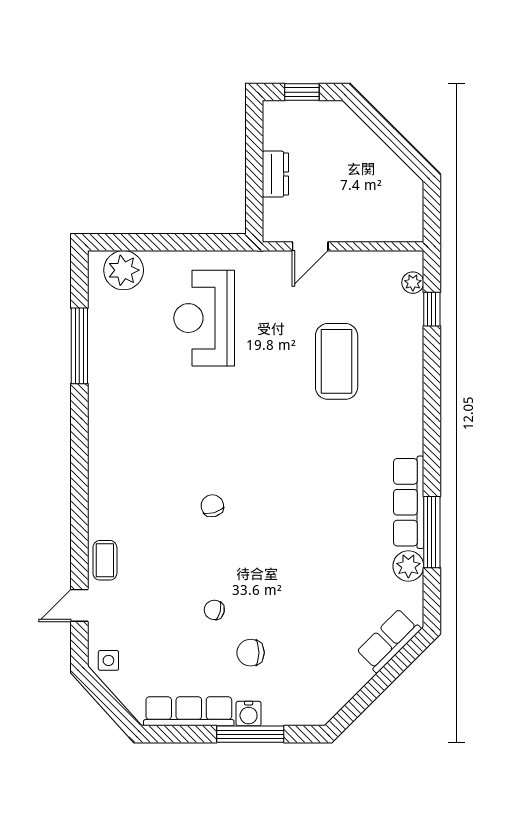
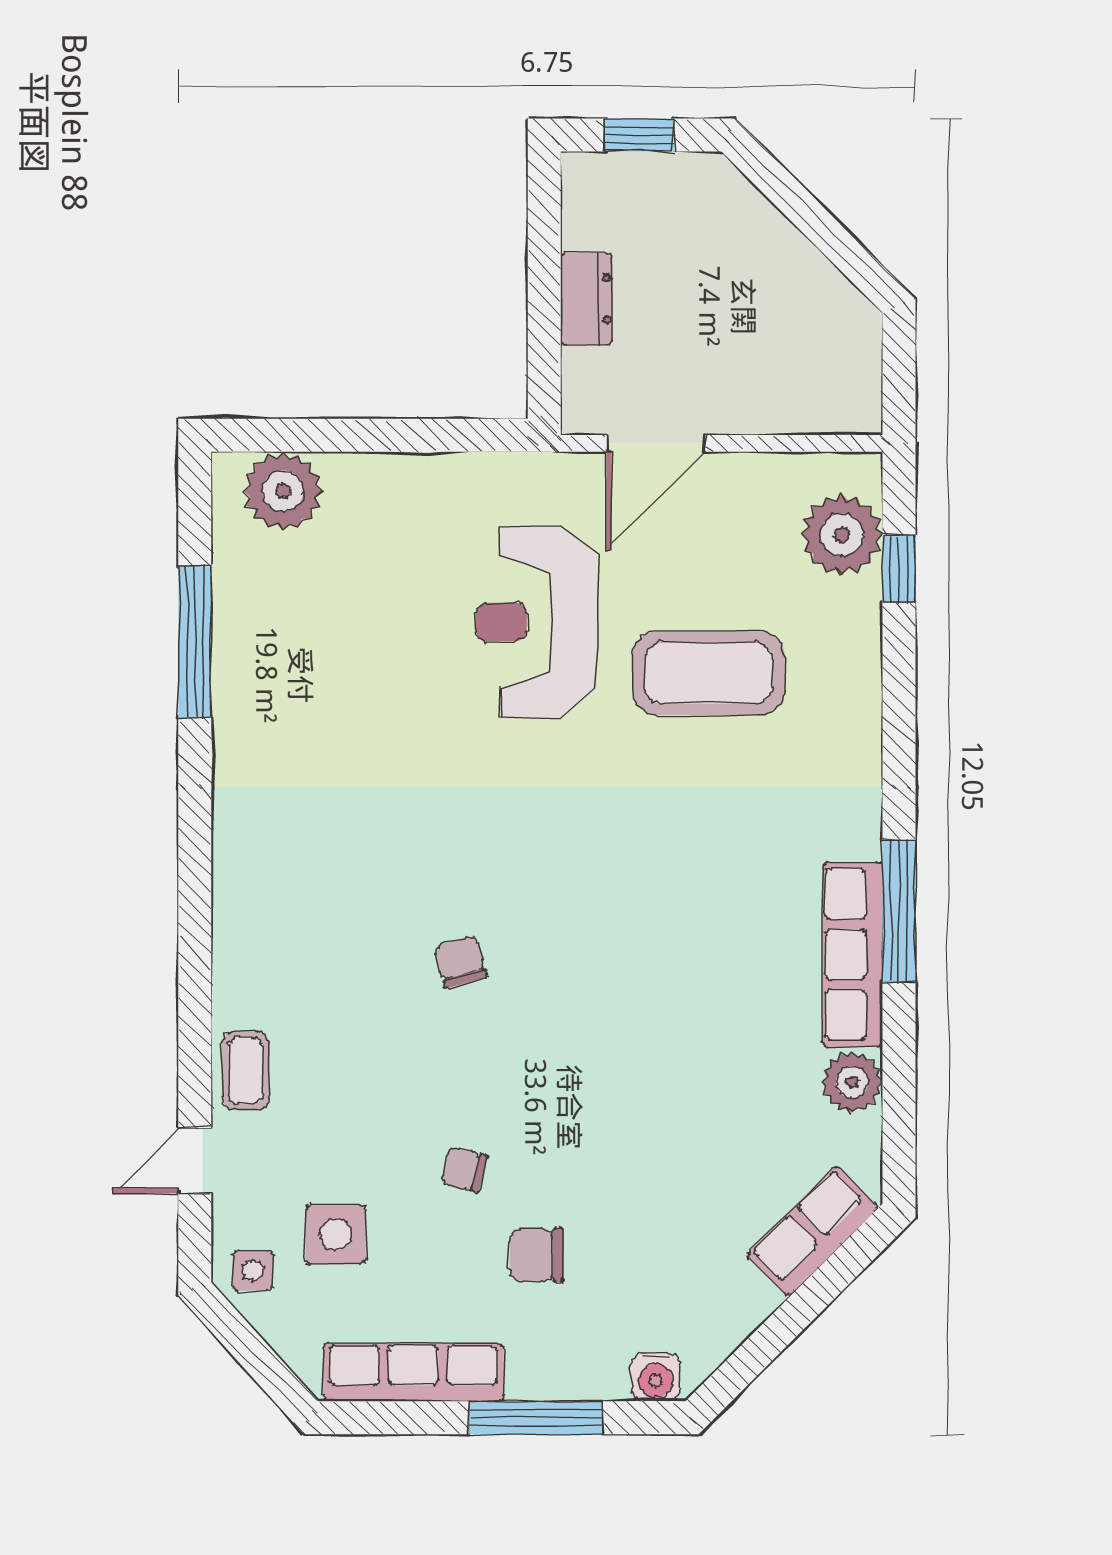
door: (310, 246) -> (656, 443), width x1.38
plant: (413, 283) -> (842, 535), width x1.88, depth x1.88
reception desk: (204, 318) -> (536, 622), moved
coffee table: (337, 361) -> (709, 673), turned 90
window: (432, 532) -> (899, 911), moved
side table: (150, 642) -> (336, 1234), added
water cooler: (249, 714) -> (656, 1377), moved

